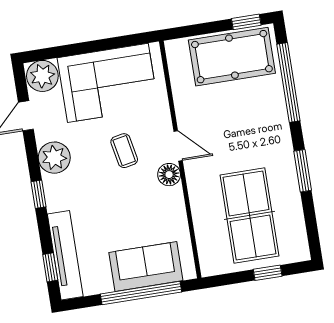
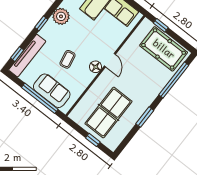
window: (246, 22) -> (161, 25), moved
coffee table: (124, 151) -> (68, 59), moved

